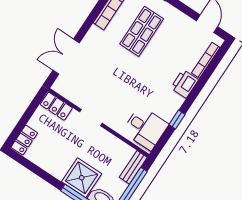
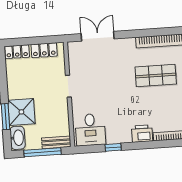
locker: (56, 106) -> (44, 50), moved, turned -90

